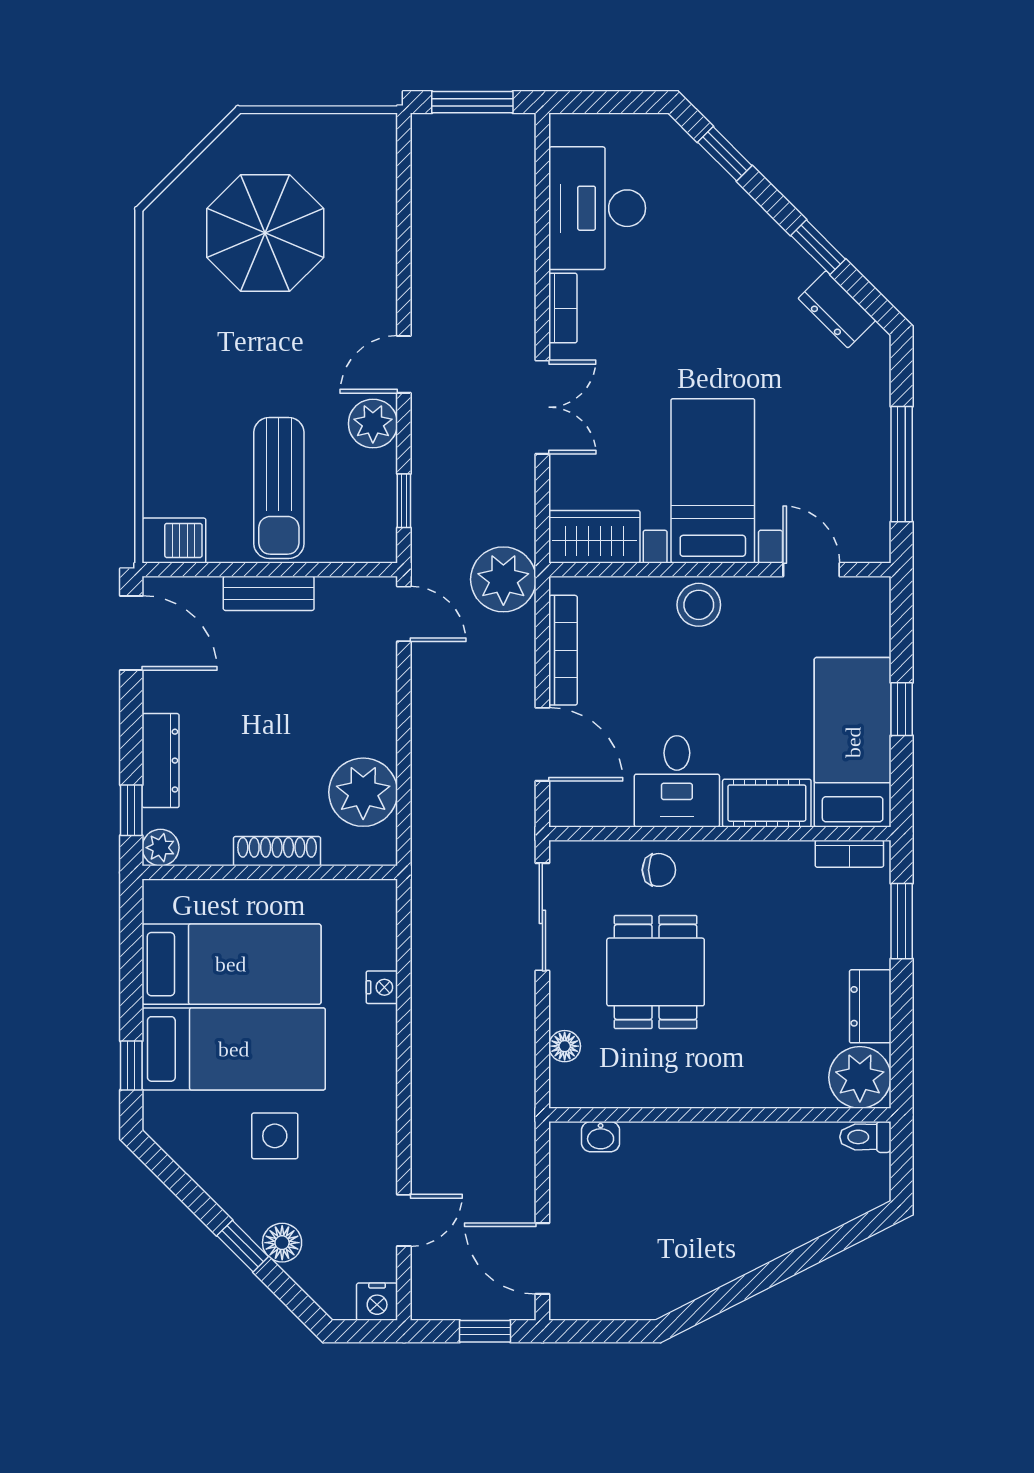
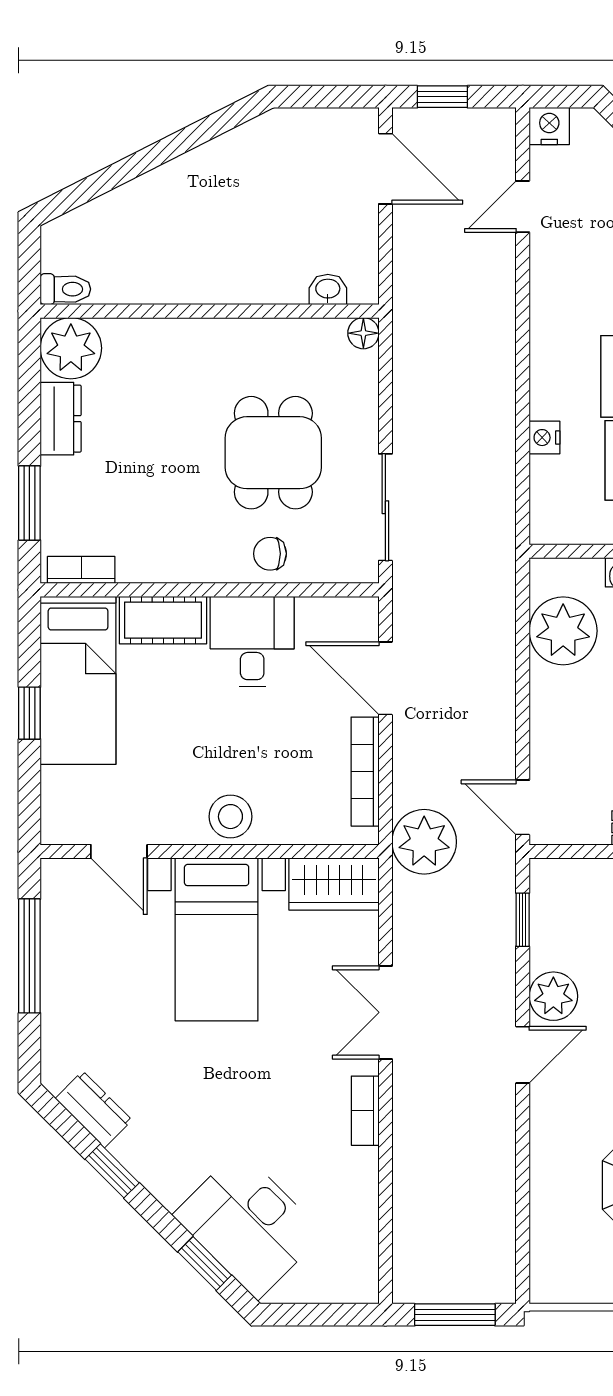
desk: (597, 208) -> (248, 1224), moved, turned 135
floor lamp: (565, 1046) -> (363, 333), moved

